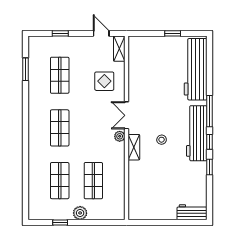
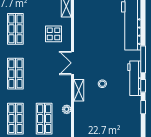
workbench: (197, 133) -> (134, 78), width x0.73, depth x0.76
plant: (120, 136) -> (67, 109), moved

